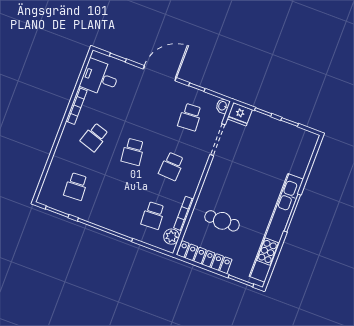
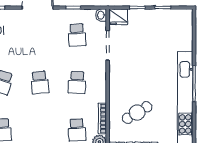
cafe table: (222, 221) -> (137, 113), turned -31

